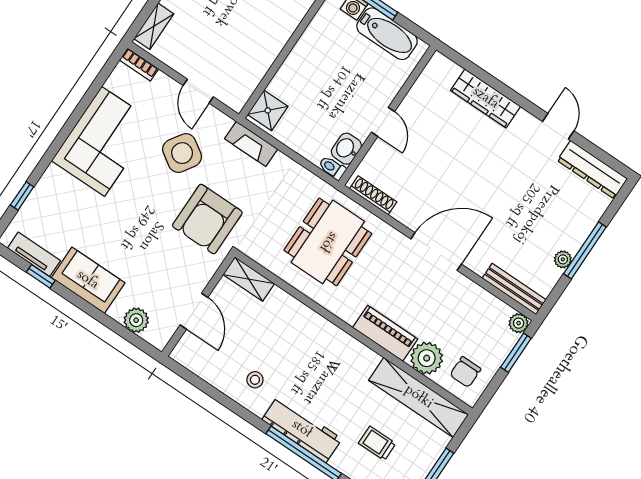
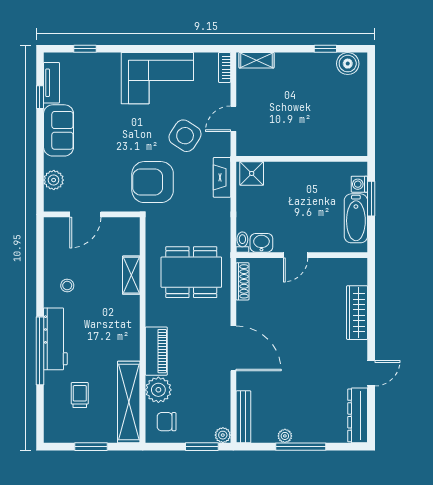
shelving: (249, 279) -> (131, 275), moved

